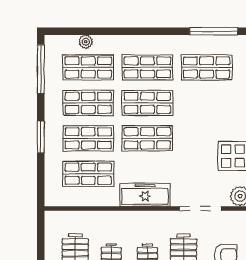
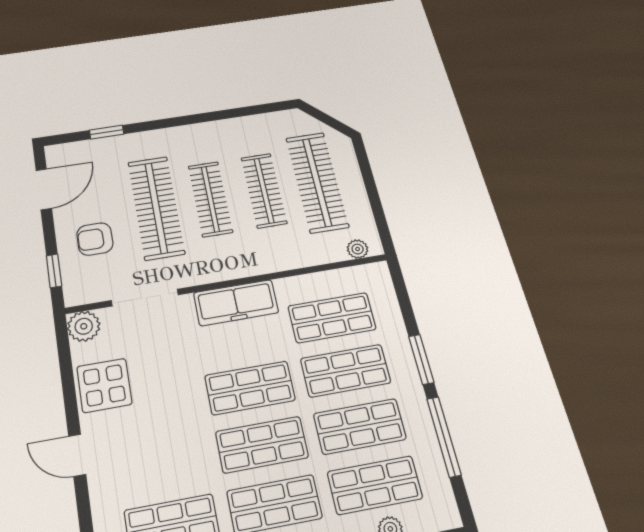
window: (41, 69) -> (444, 437), moved
plant: (61, 217) -> (358, 249), added

